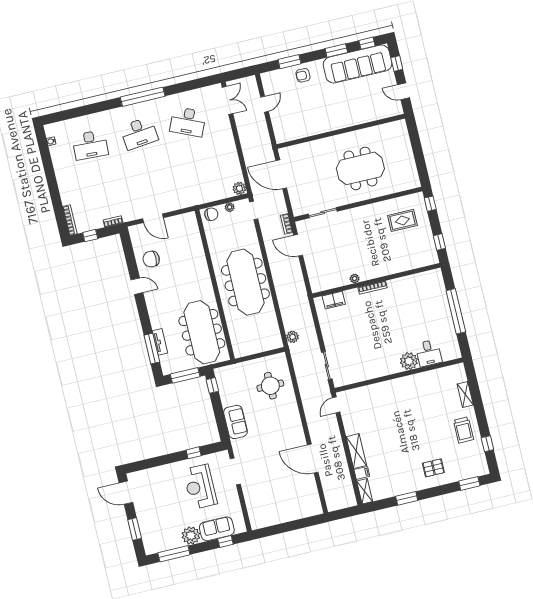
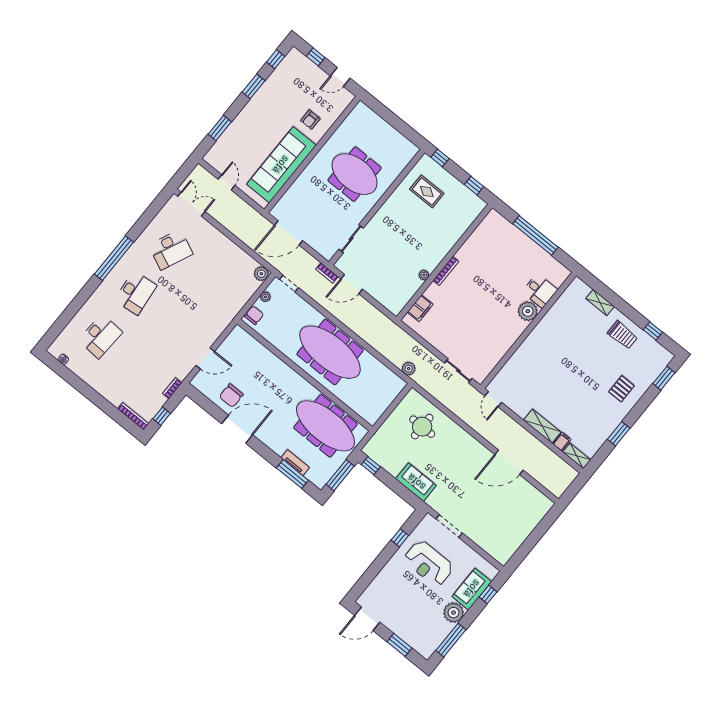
sofa: (358, 64) -> (281, 165), moved, turned 180
armchair: (303, 75) -> (310, 120), moved
meeting table: (360, 168) -> (355, 174), turned 90
rug: (402, 220) -> (427, 191), turned 90
door: (137, 286) -> (237, 429), width x1.87

